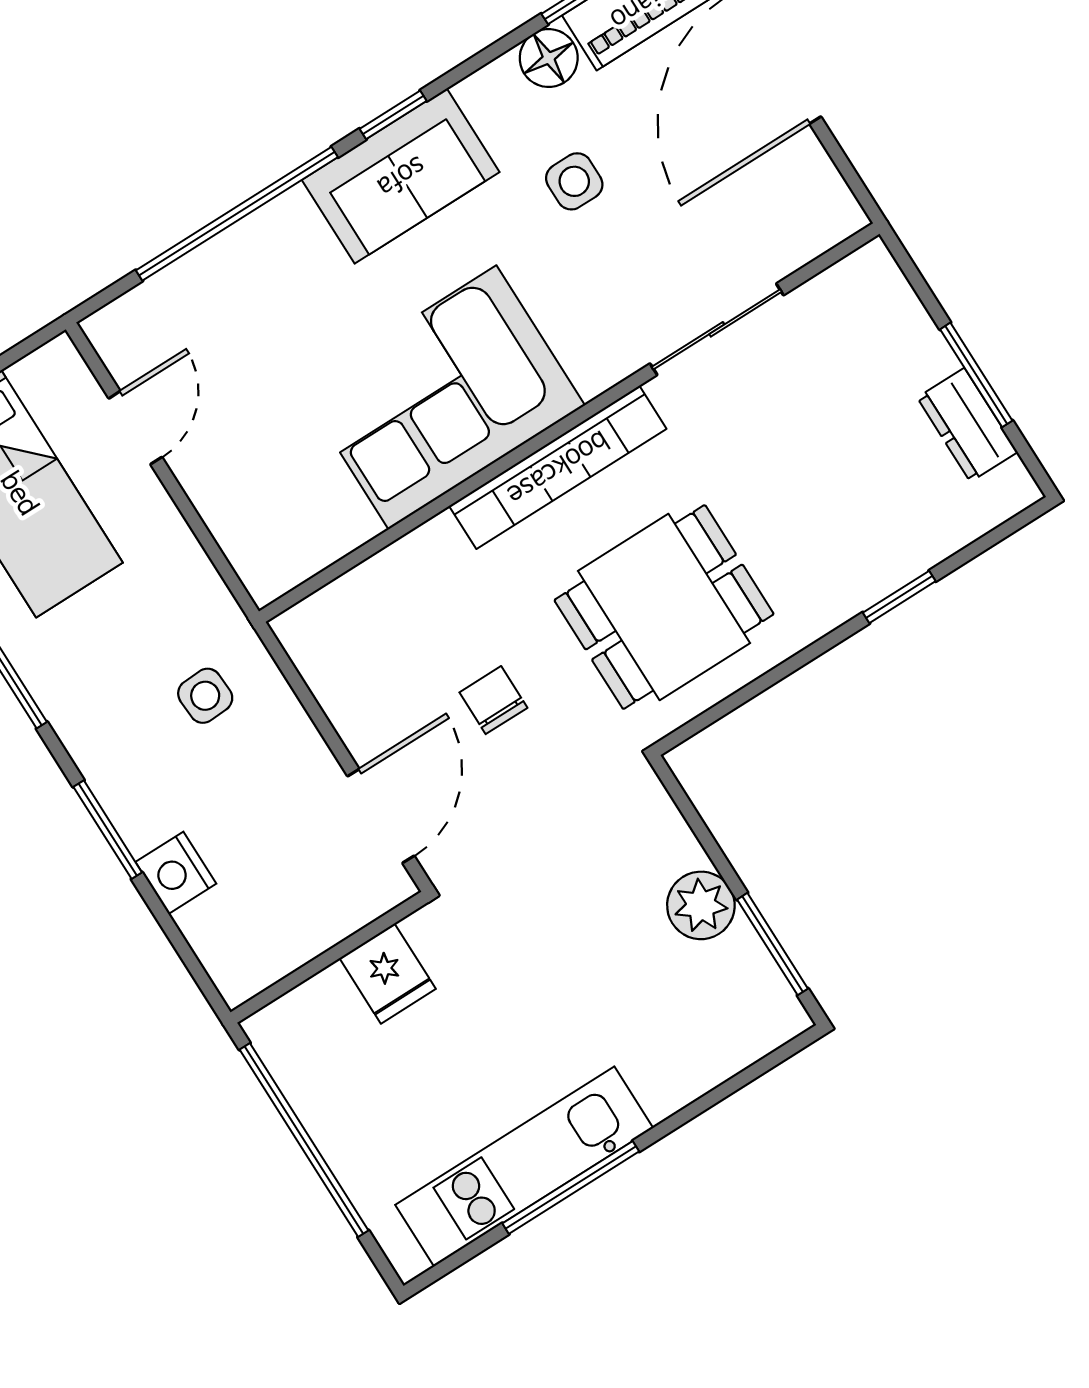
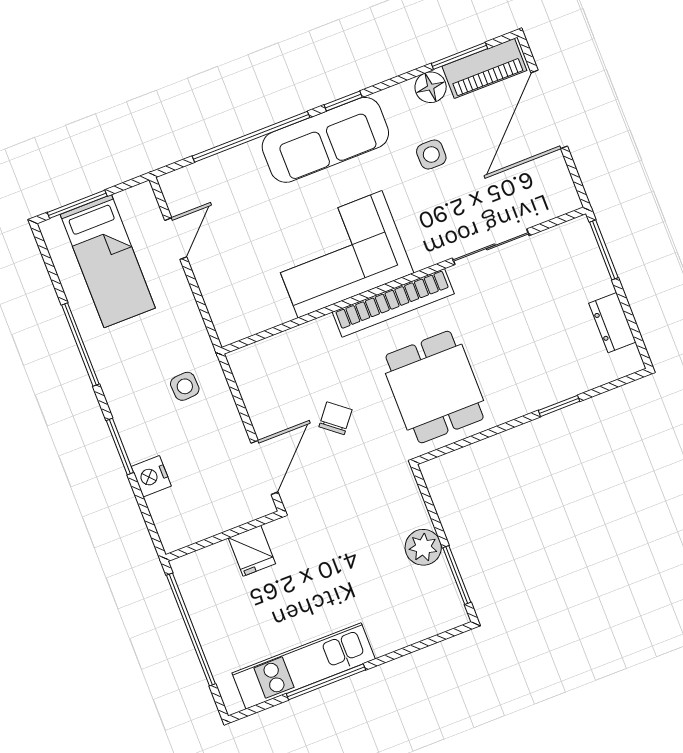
sofa: (401, 176) -> (325, 140), width x1.36
window: (976, 375) -> (604, 250), moved
dining table: (664, 607) -> (435, 387), turned 90
chair: (493, 700) -> (336, 418), turned 39

